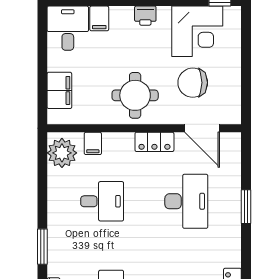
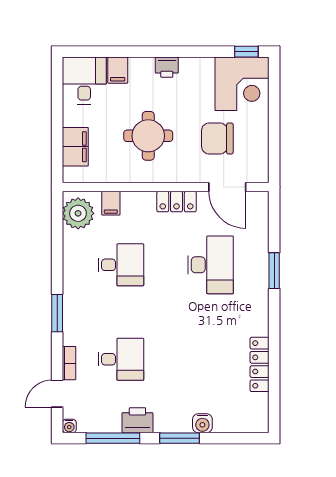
corner desk: (197, 31) -> (242, 84), moved
round table: (135, 95) -> (148, 136), moved

